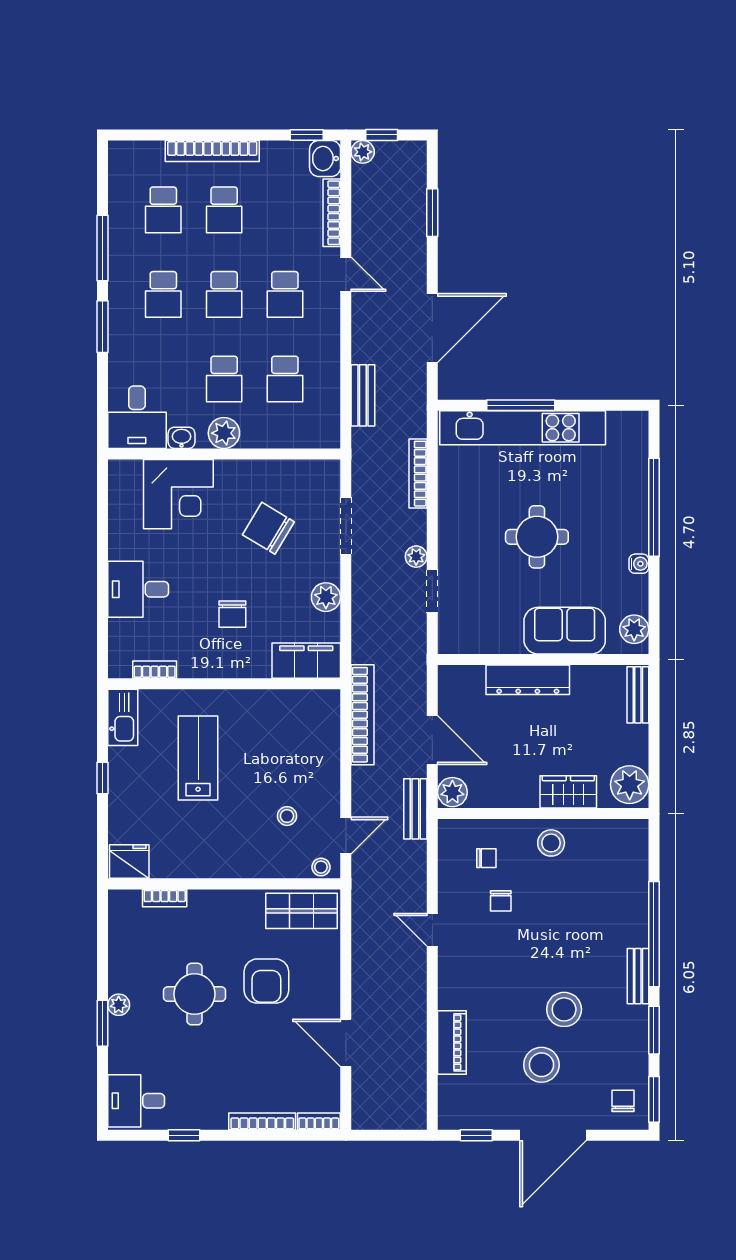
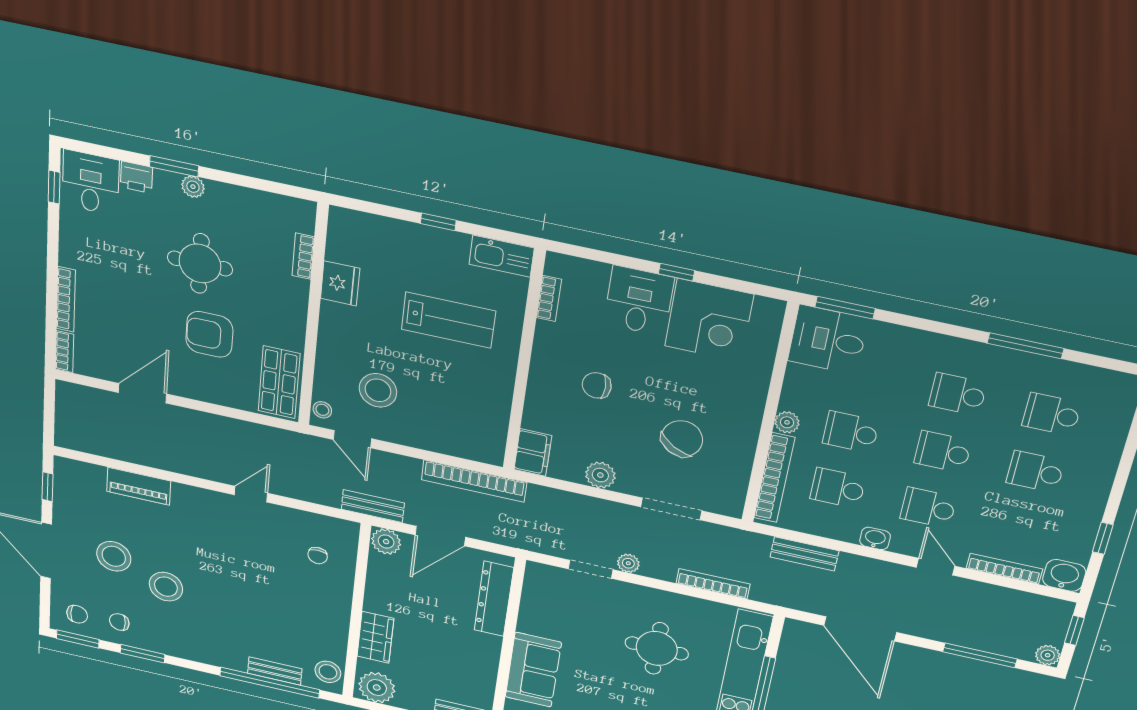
window: (307, 135) -> (1103, 538), moved
bookcase: (212, 151) -> (774, 478), moved, turned 180
plant: (363, 152) -> (1048, 655), moved
window: (432, 213) -> (980, 655), width x1.44
door: (346, 274) -> (936, 567), swing flipped
window: (102, 327) -> (845, 308), moved
plant: (224, 433) -> (787, 422), width x0.73, depth x0.73
washbasin: (181, 438) -> (875, 538), moved, turned -90
corner desk: (178, 494) -> (709, 320), moved, turned -90
round table: (537, 537) -> (657, 648), moved
window: (102, 561) -> (676, 272), added
filing cabinet: (306, 661) -> (533, 453), width x0.67, depth x0.86
dresser: (528, 680) -> (494, 599), moved
stool: (287, 816) -> (378, 390), width x1.89, depth x1.89
stool: (551, 843) -> (328, 672), moved
fridge: (129, 862) -> (340, 283), moved
chair: (501, 901) -> (119, 622), moved
window: (654, 934) -> (270, 683), moved
bench: (638, 976) -> (275, 671), moved
printer: (121, 1058) -> (136, 177), added
window: (184, 1135) -> (54, 187), moved

